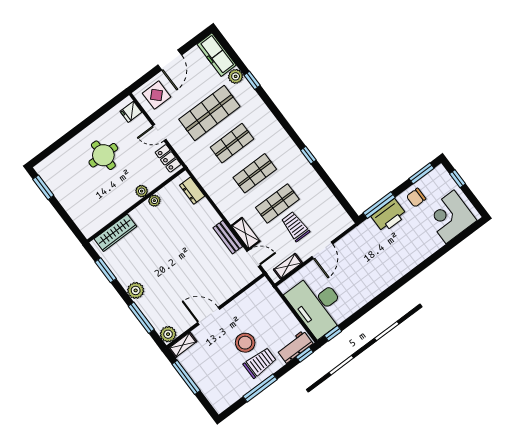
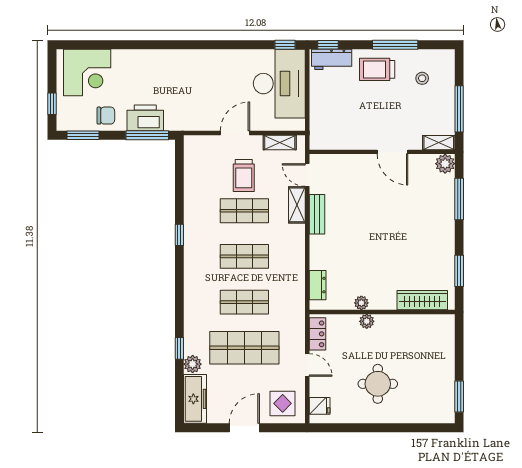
plant: (136, 290) -> (445, 230), removed
stool: (245, 343) -> (422, 78), moved, width x0.53, depth x0.53

